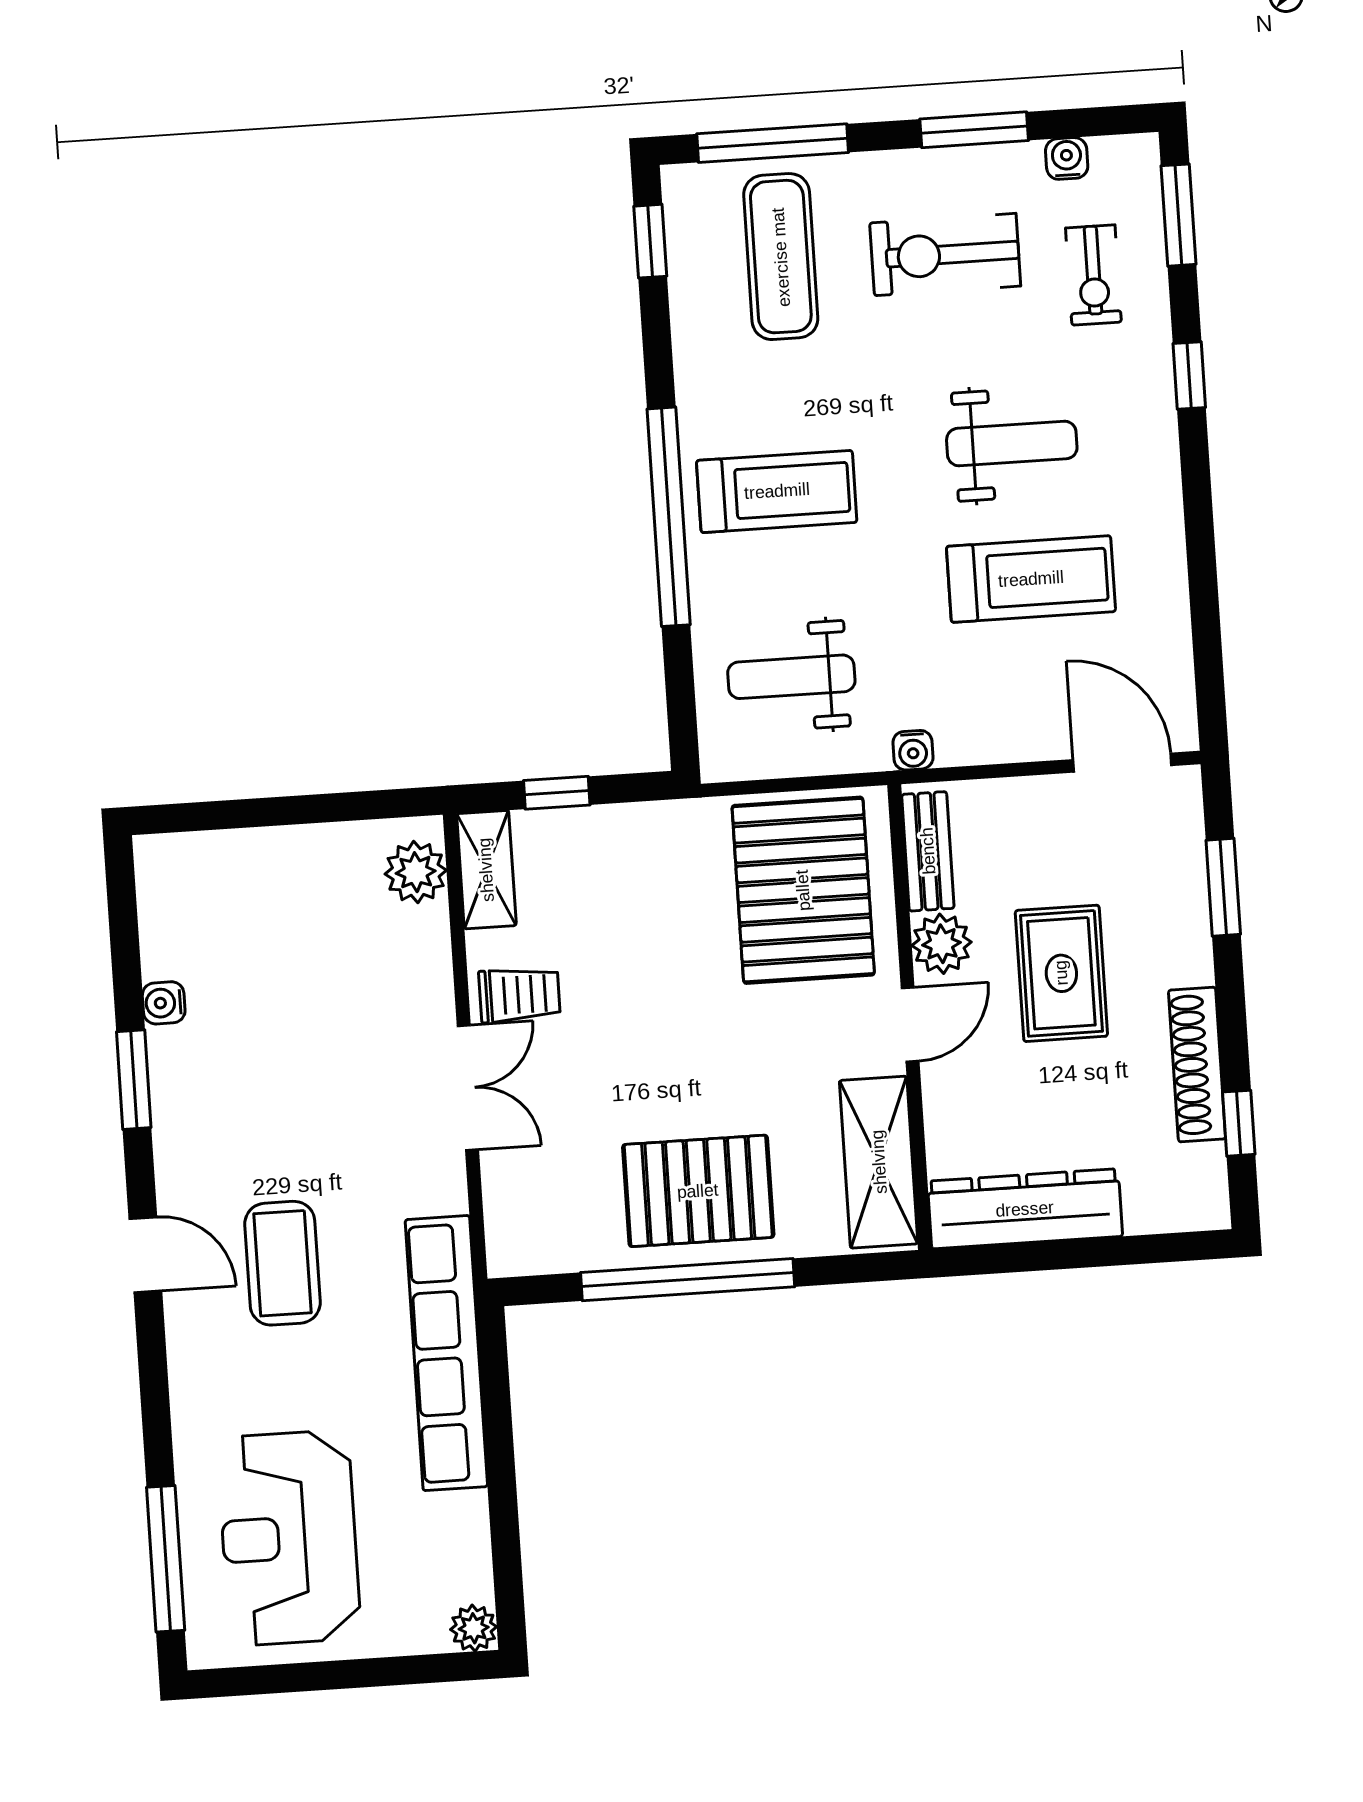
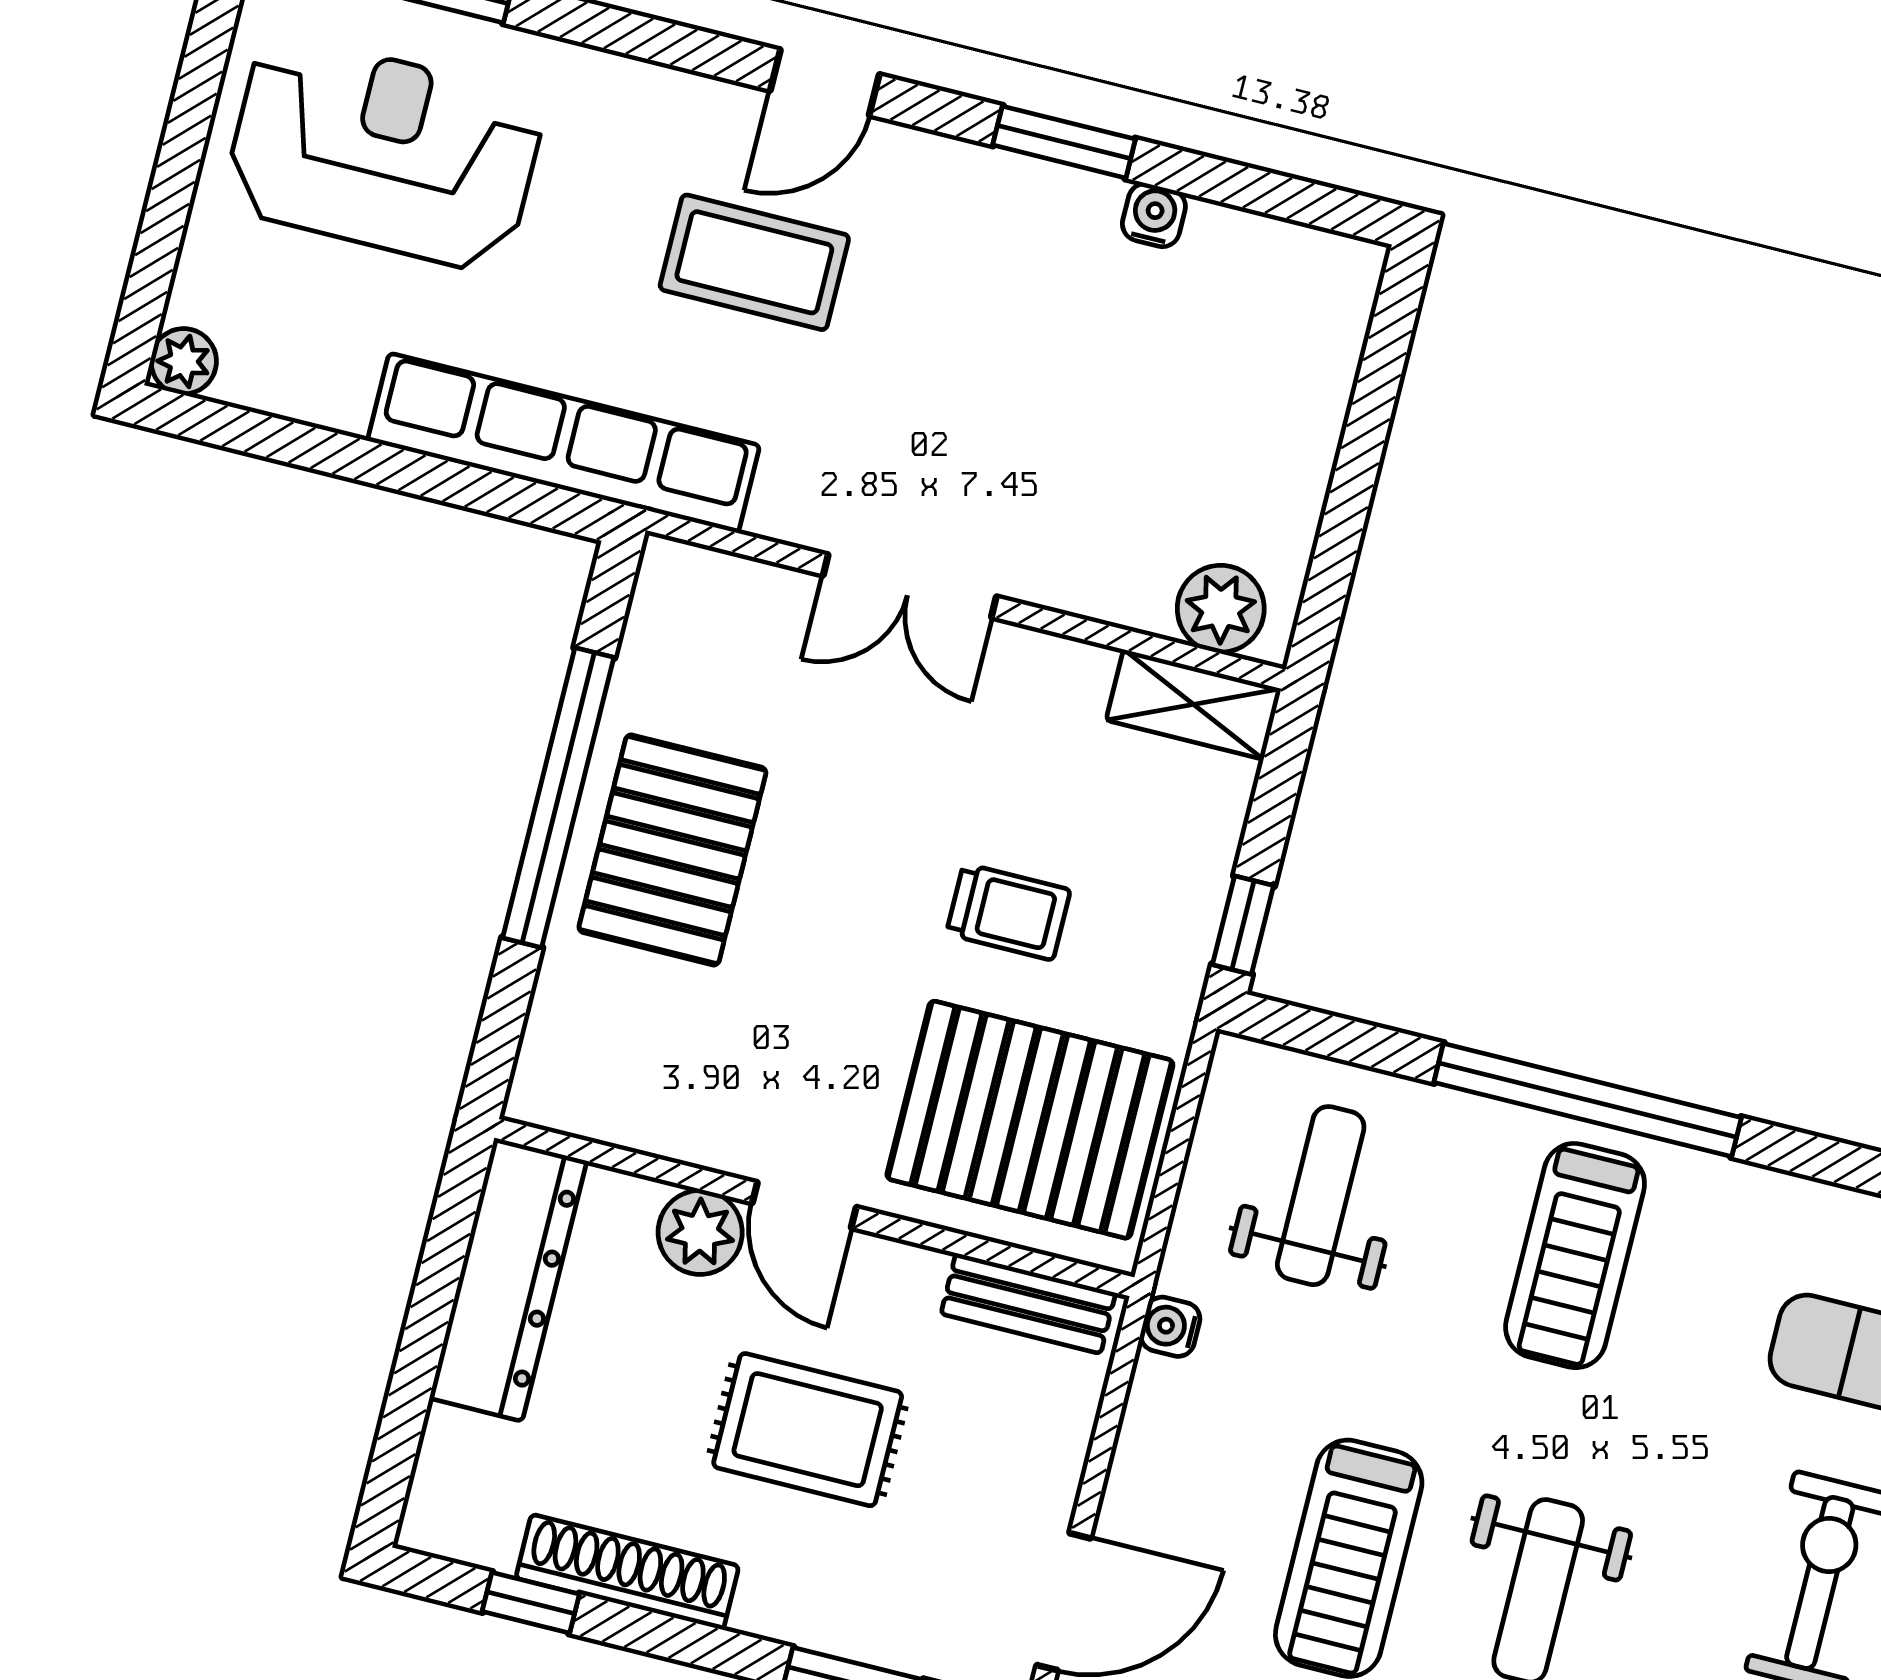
window: (557, 793) -> (1243, 925), moved
plant: (942, 944) -> (700, 1232), moved
trolley: (519, 995) -> (1008, 912), moved, turned -90
shelving: (879, 1162) -> (633, 1104), removed

